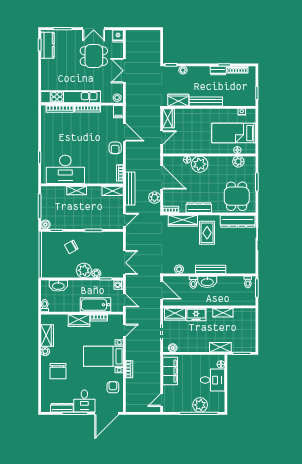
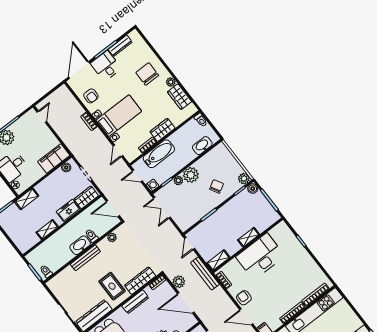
desk: (65, 169) -> (260, 256), moved
plant: (46, 237) -> (244, 179), added
filing cabinet: (170, 371) -> (54, 158), moved, turned 90

